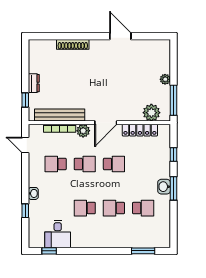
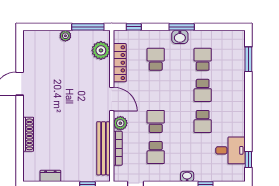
dresser: (34, 83) -> (50, 176), moved
window: (173, 155) -> (134, 27), moved
school desk: (114, 164) -> (156, 59), moved

